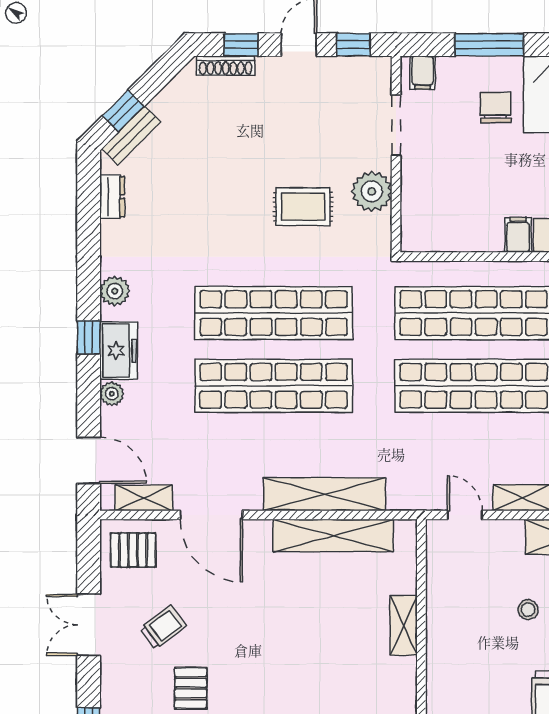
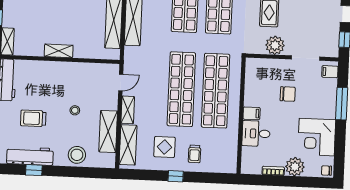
chair: (495, 107) -> (288, 94), moved
shelving: (404, 625) -> (59, 51), moved

